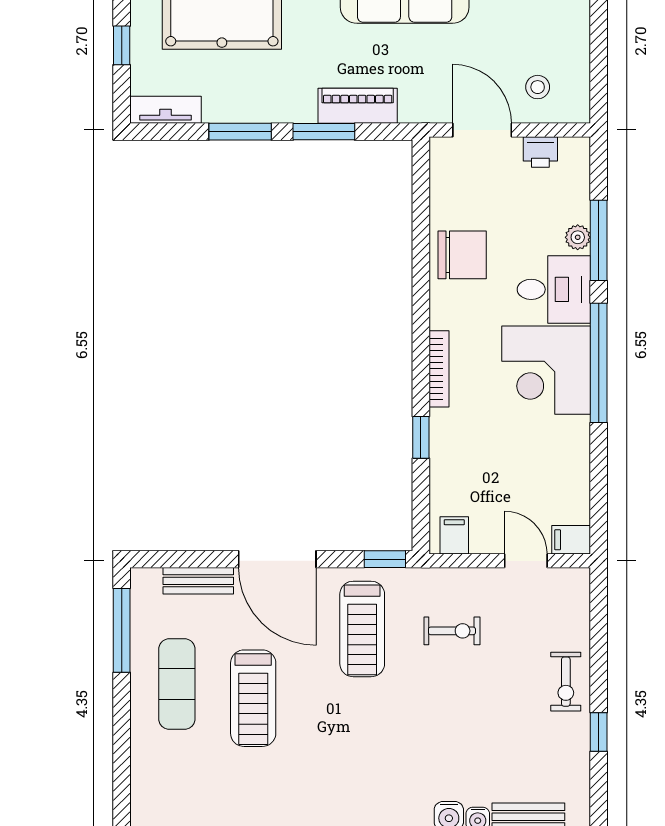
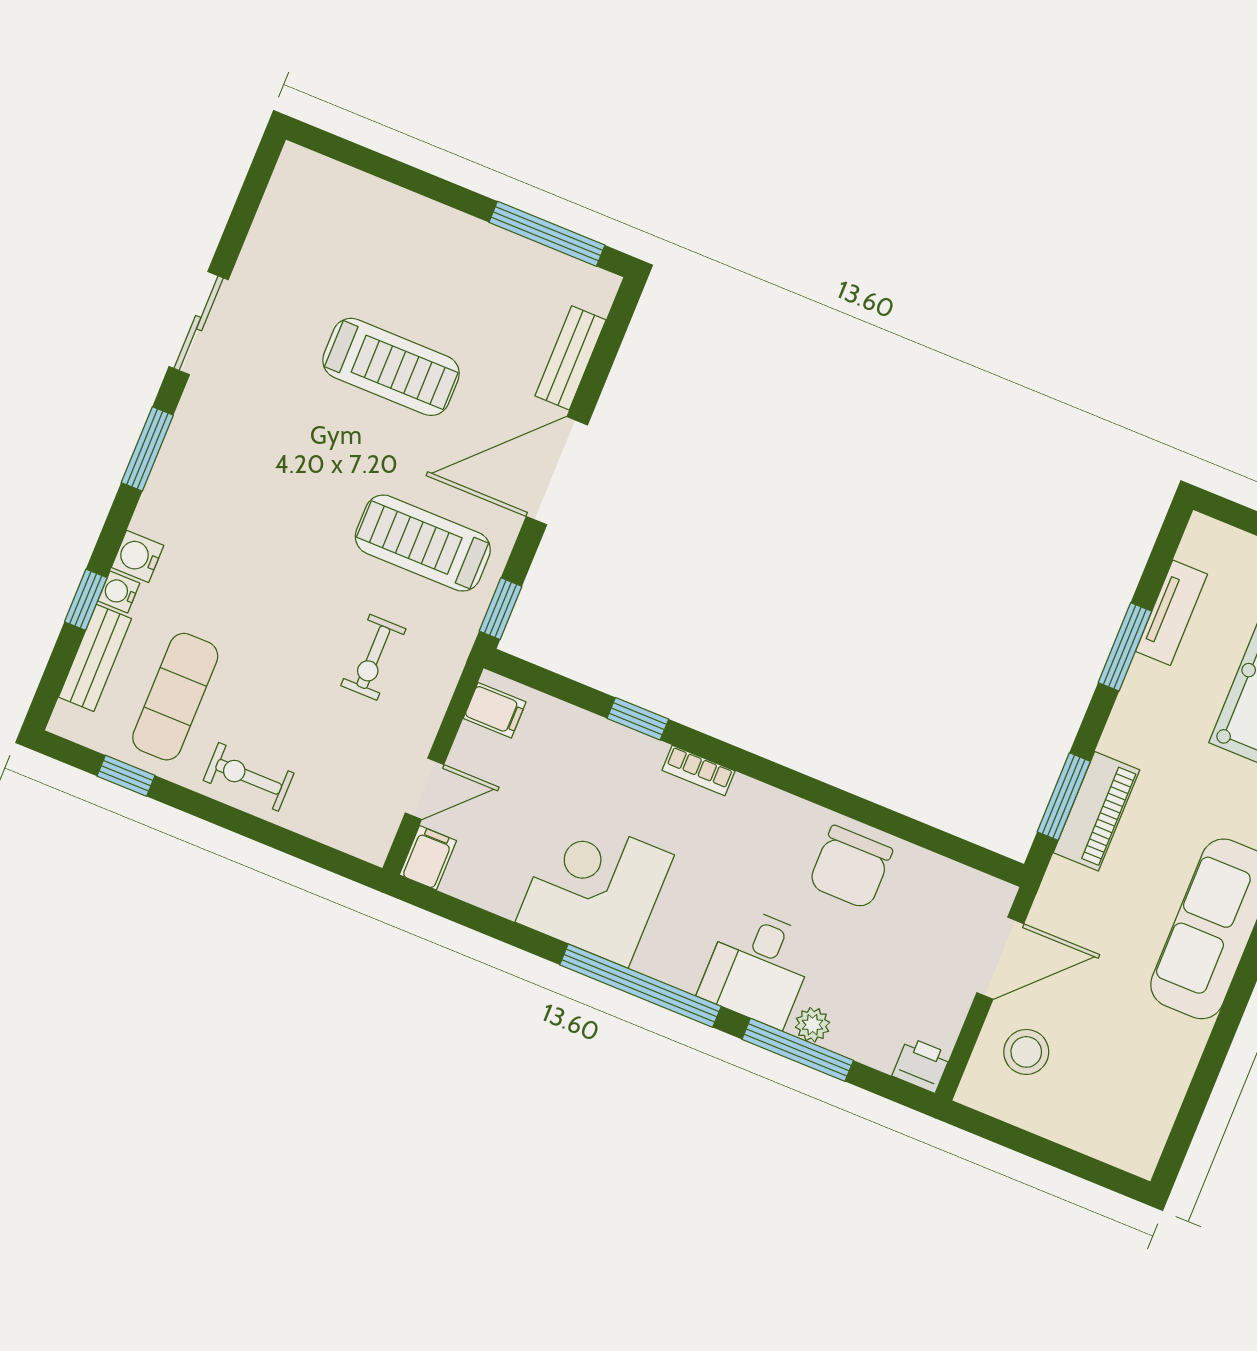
stool: (538, 87) -> (1026, 1052), width x1.37, depth x1.37
tv unit: (166, 110) -> (1171, 613), moved
window: (324, 132) -> (1064, 797), moved
printer: (540, 152) -> (921, 1065), moved, turned 90
bookcase: (439, 369) -> (698, 771), width x0.64
corner desk: (546, 370) -> (595, 889), moved
exercise mat: (177, 684) -> (175, 697), moved, turned 90
treadmill: (253, 698) -> (391, 367), turned 180
window: (599, 732) -> (126, 776), moved

